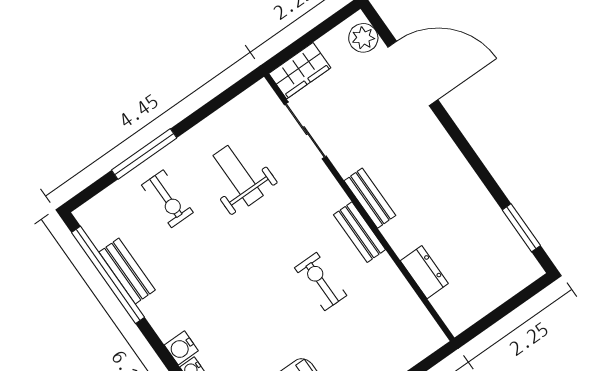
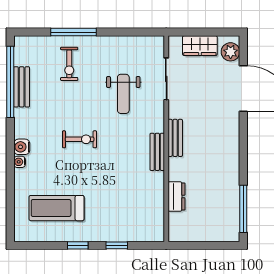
wardrobe: (300, 71) -> (200, 46), moved
weight bench: (238, 176) -> (123, 94), moved, turned 180
window: (521, 228) -> (243, 209), width x1.44
exercise bike: (321, 282) -> (80, 139), moved, turned 90

